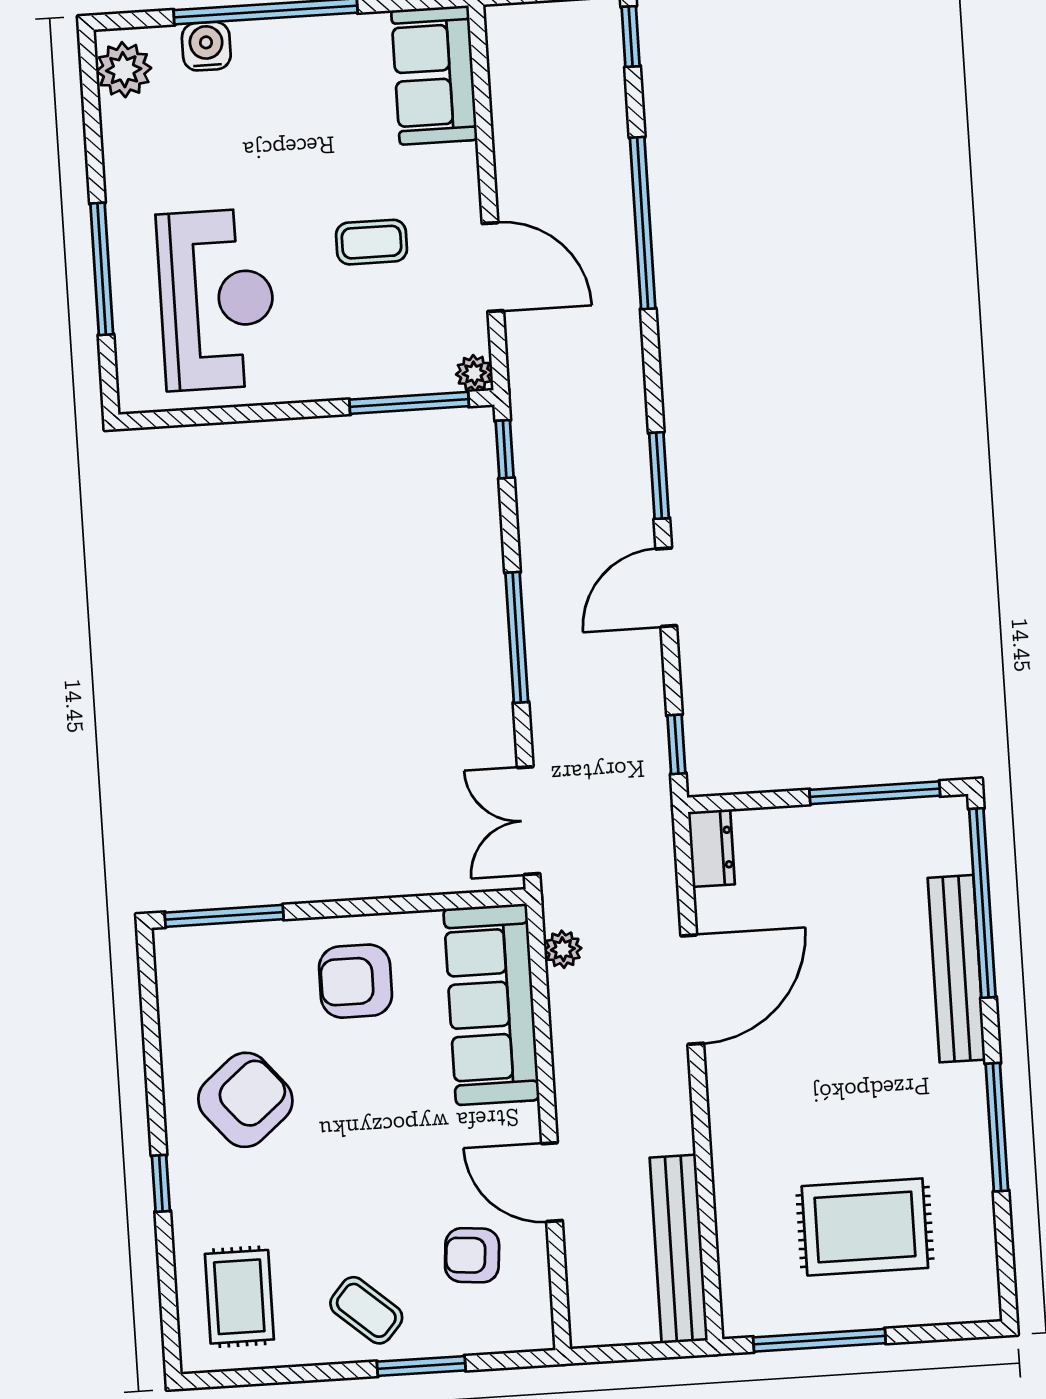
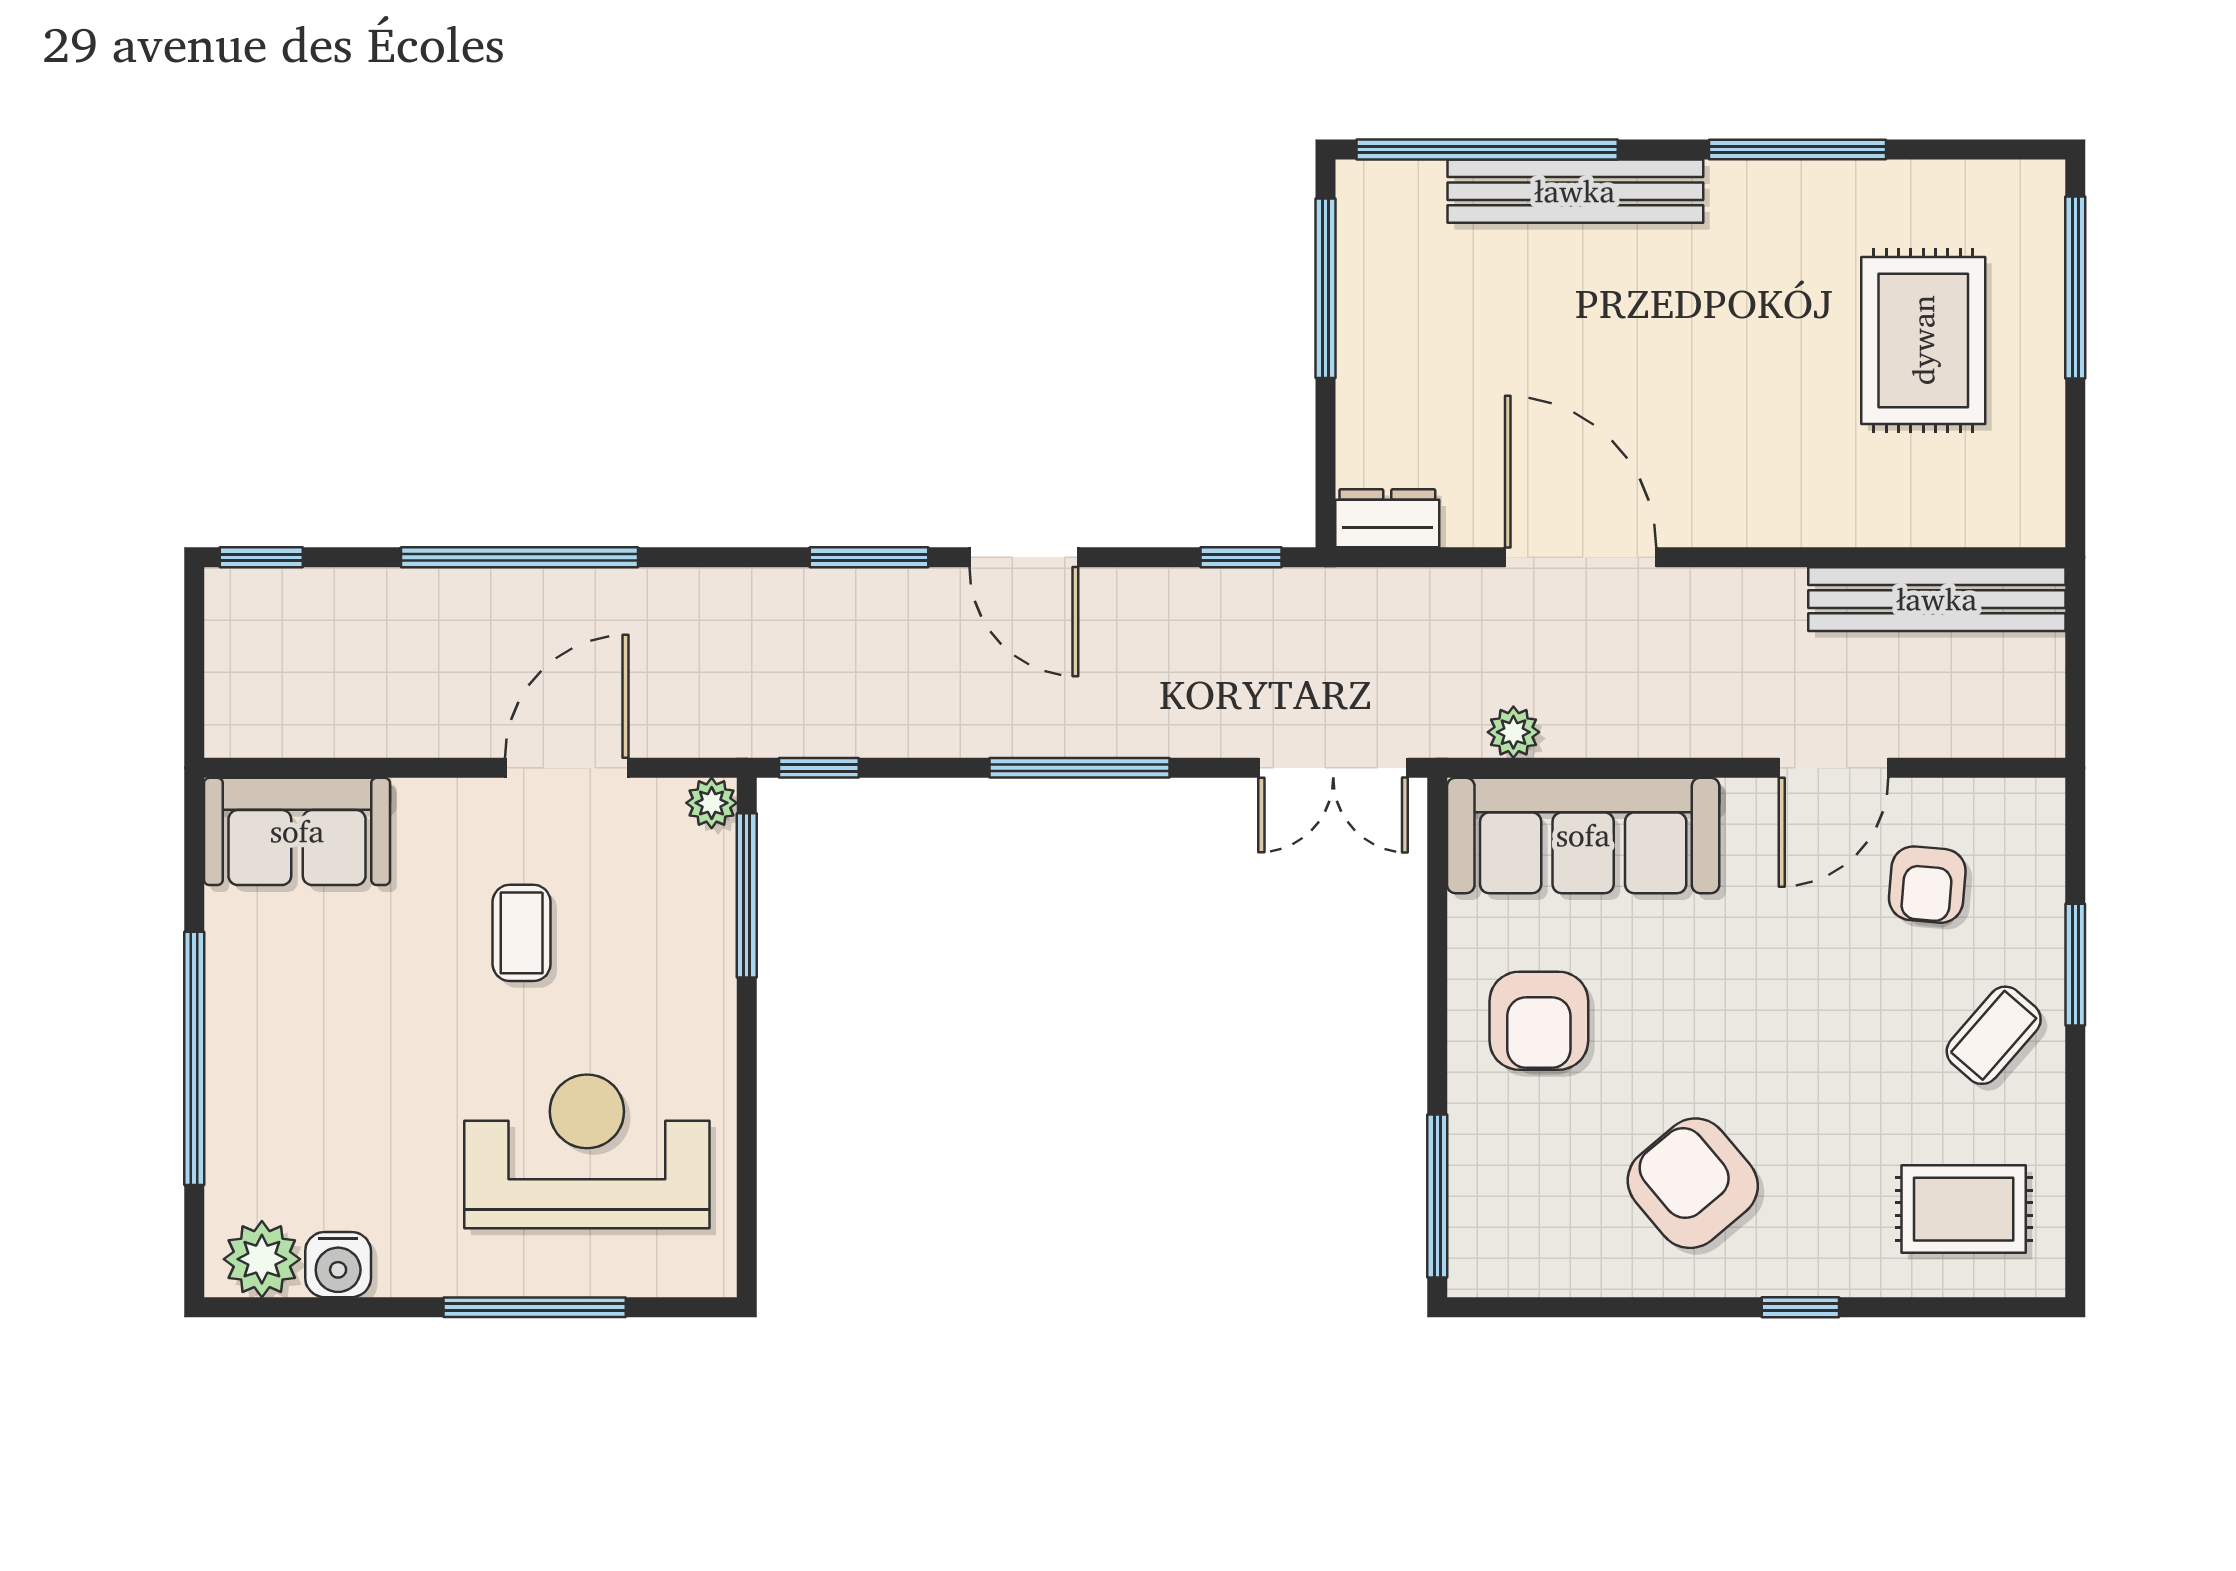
water cooler: (206, 46) -> (338, 1265), moved, turned -90
window: (819, 1340) -> (2075, 287), moved

